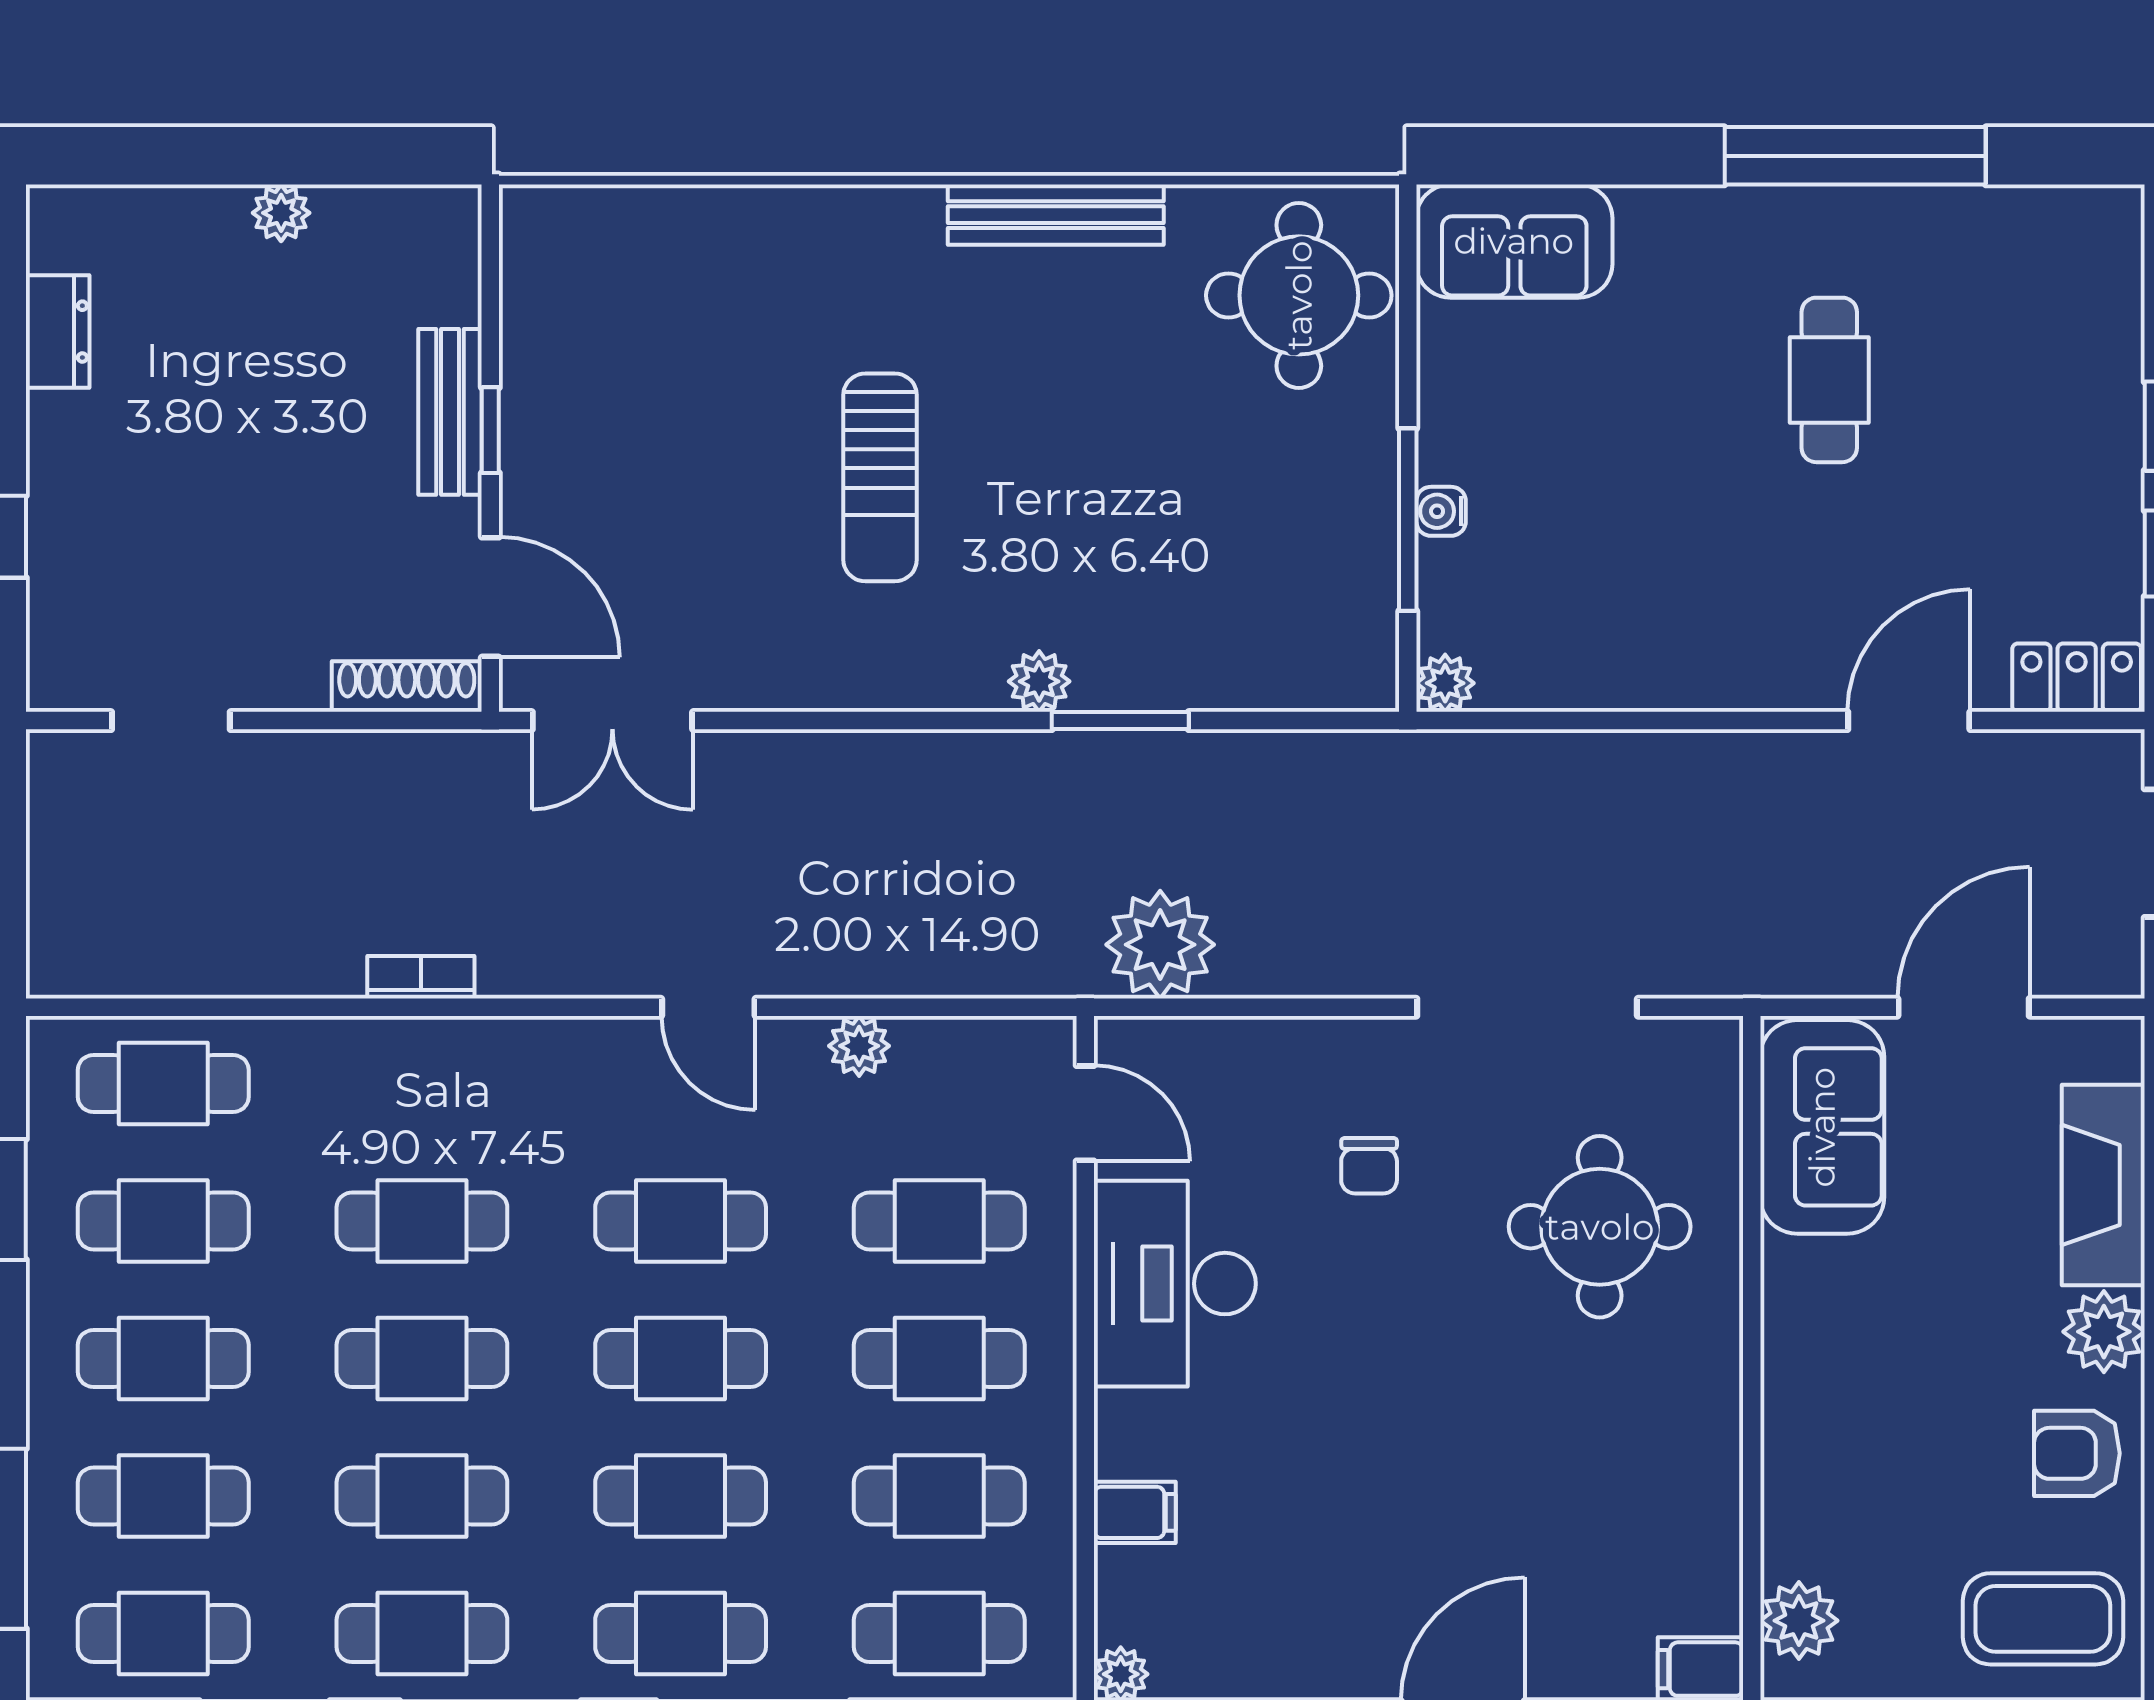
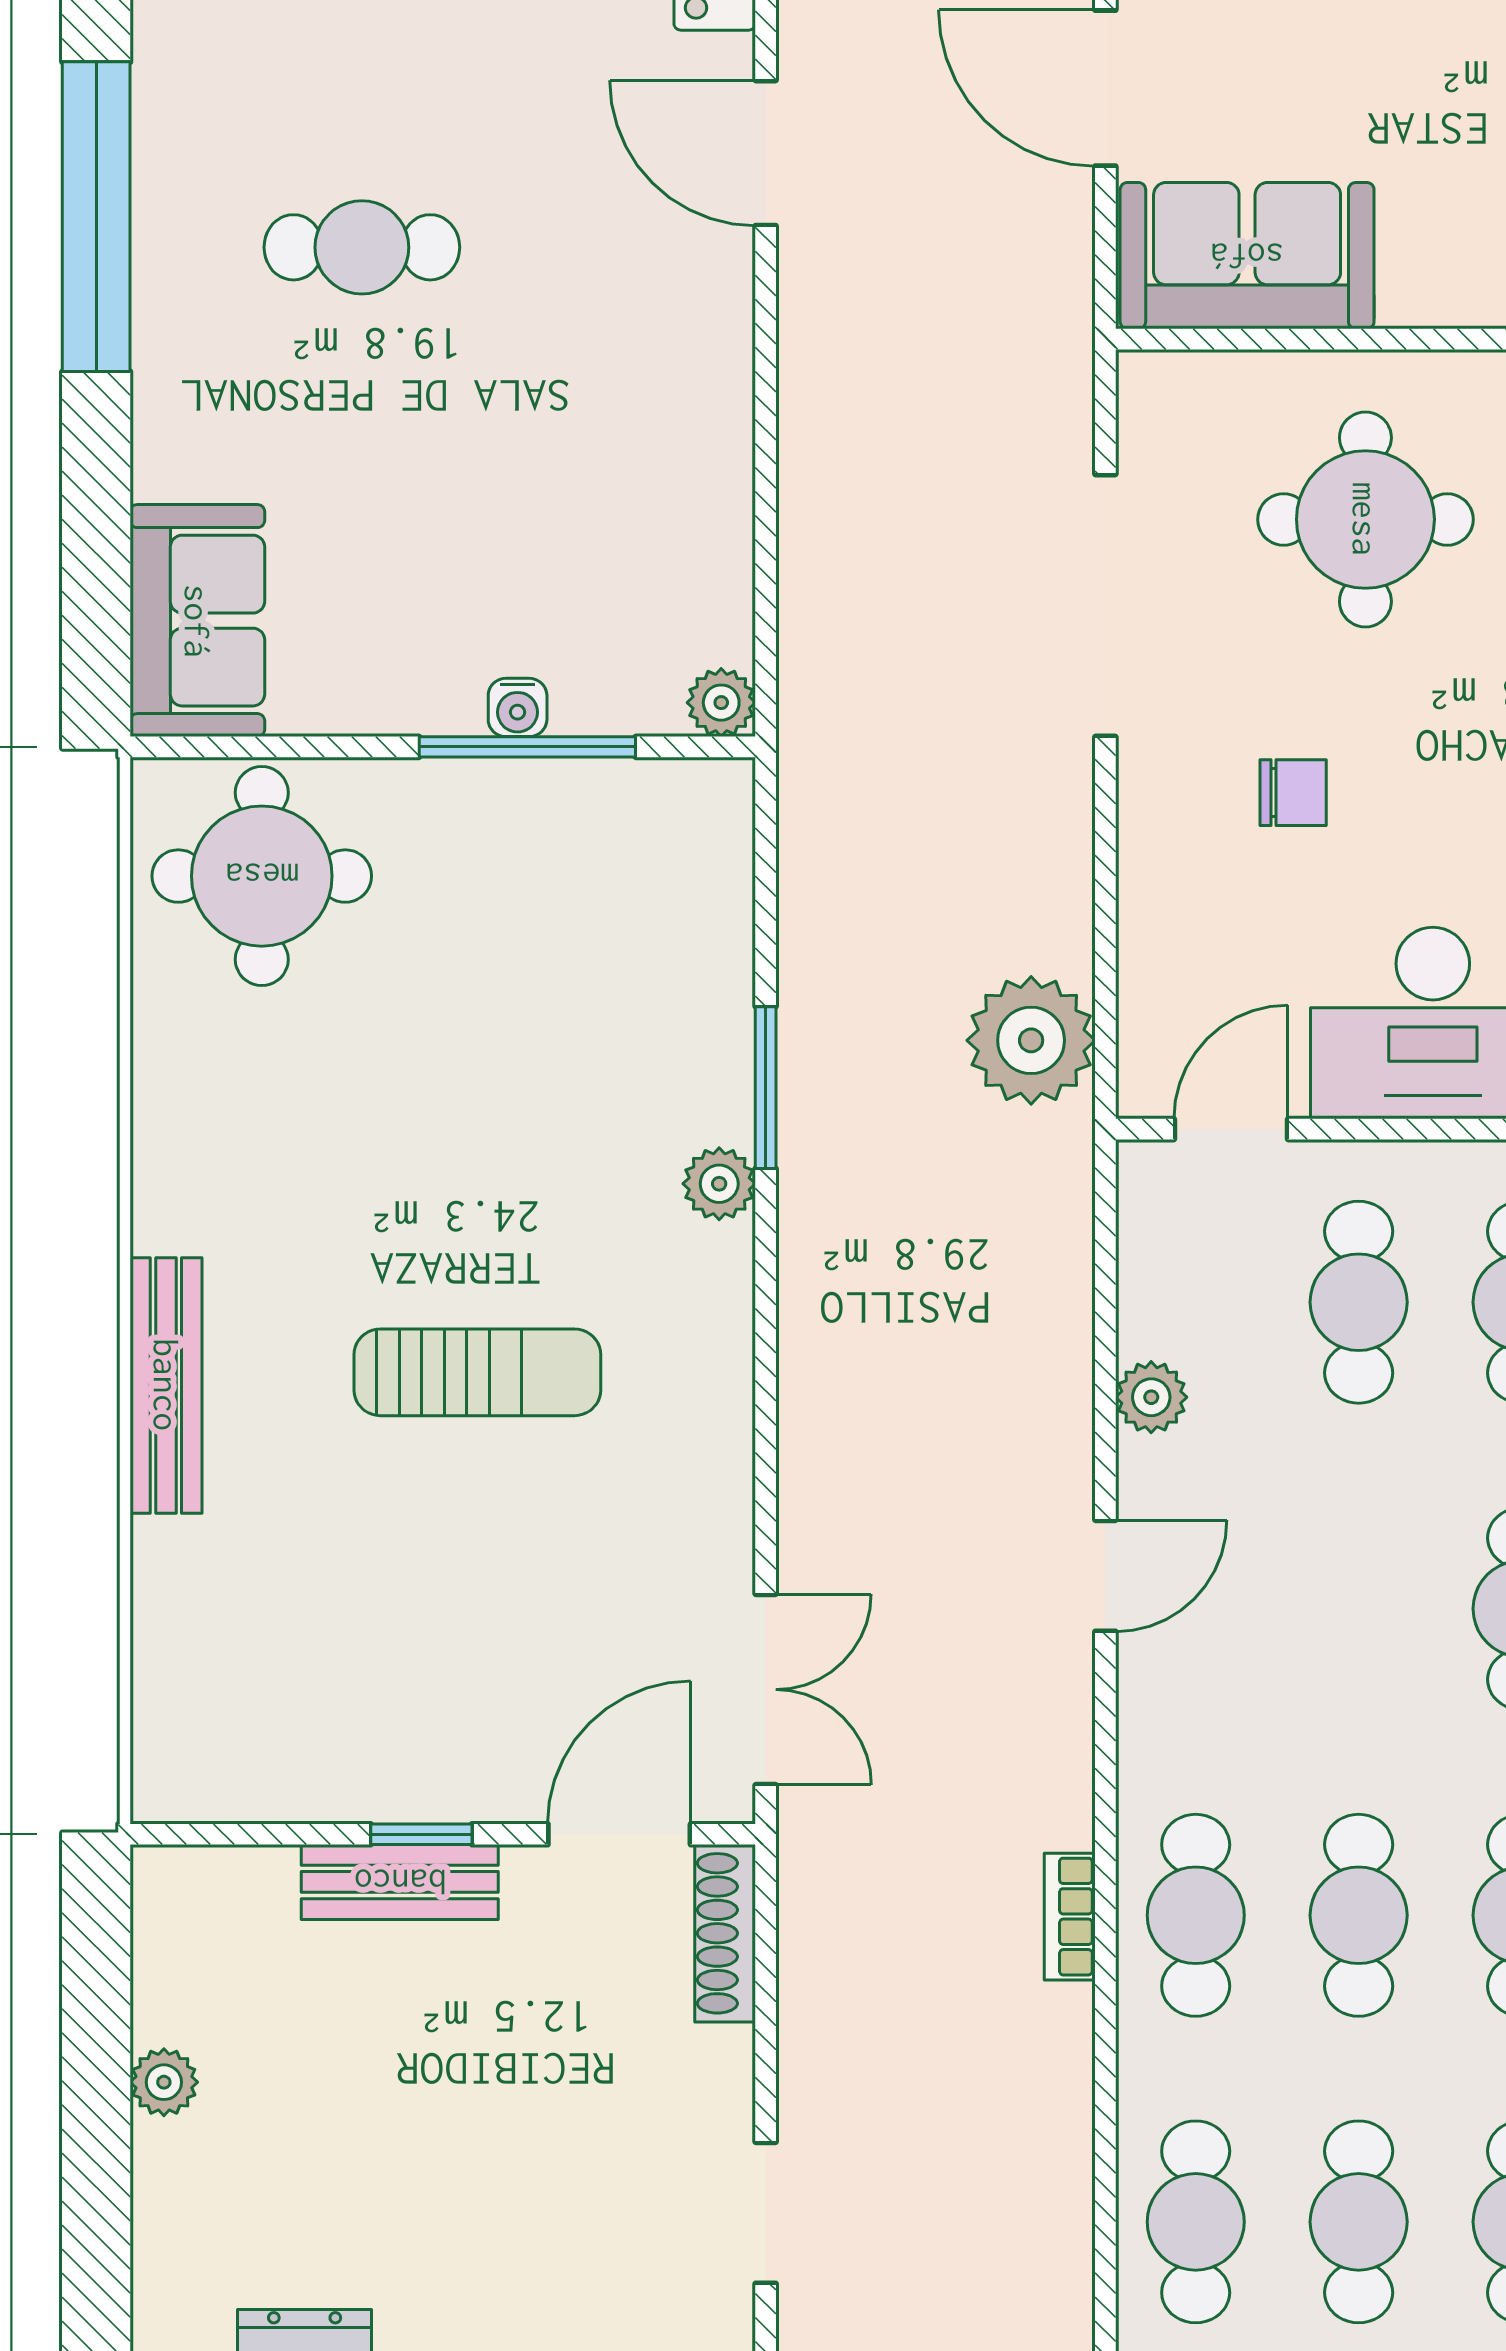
bench: (1056, 215) -> (166, 1385), moved
cafe table: (681, 1221) -> (1196, 1915), moved

